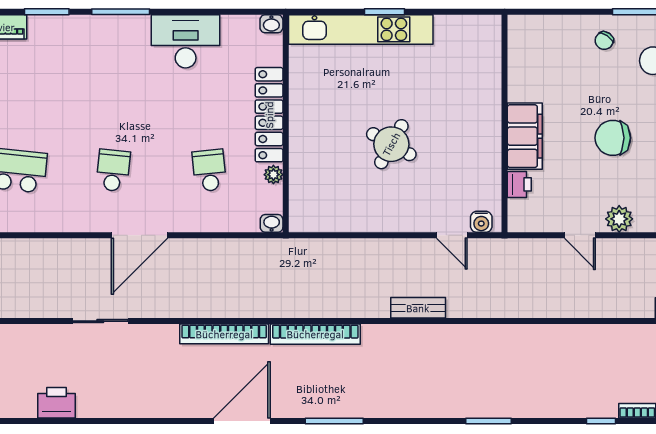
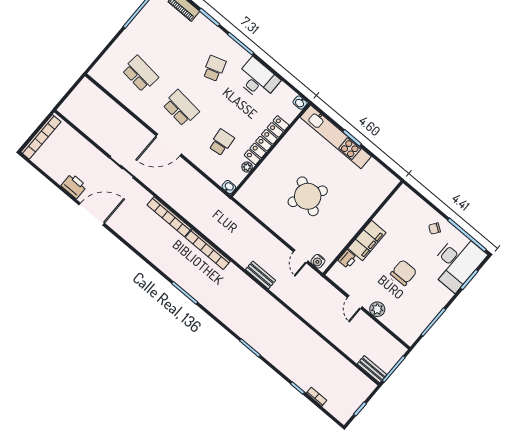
school desk: (113, 77) -> (214, 68), added
chair: (613, 138) -> (403, 273), turned 90
round table: (391, 144) -> (308, 196), width x1.36, depth x1.36
school desk: (113, 170) -> (181, 108), width x1.85
door: (242, 421) -> (92, 214), moved

